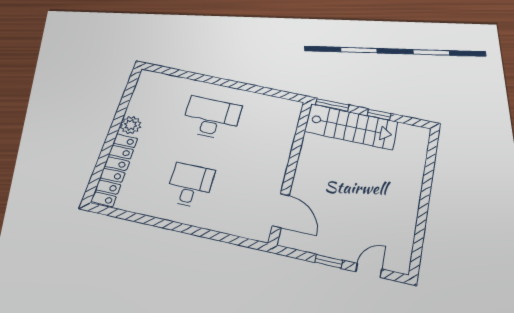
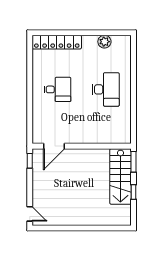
plant: (131, 125) -> (104, 42), moved
window: (329, 261) -> (30, 161), moved
door: (369, 270) -> (30, 214), moved

